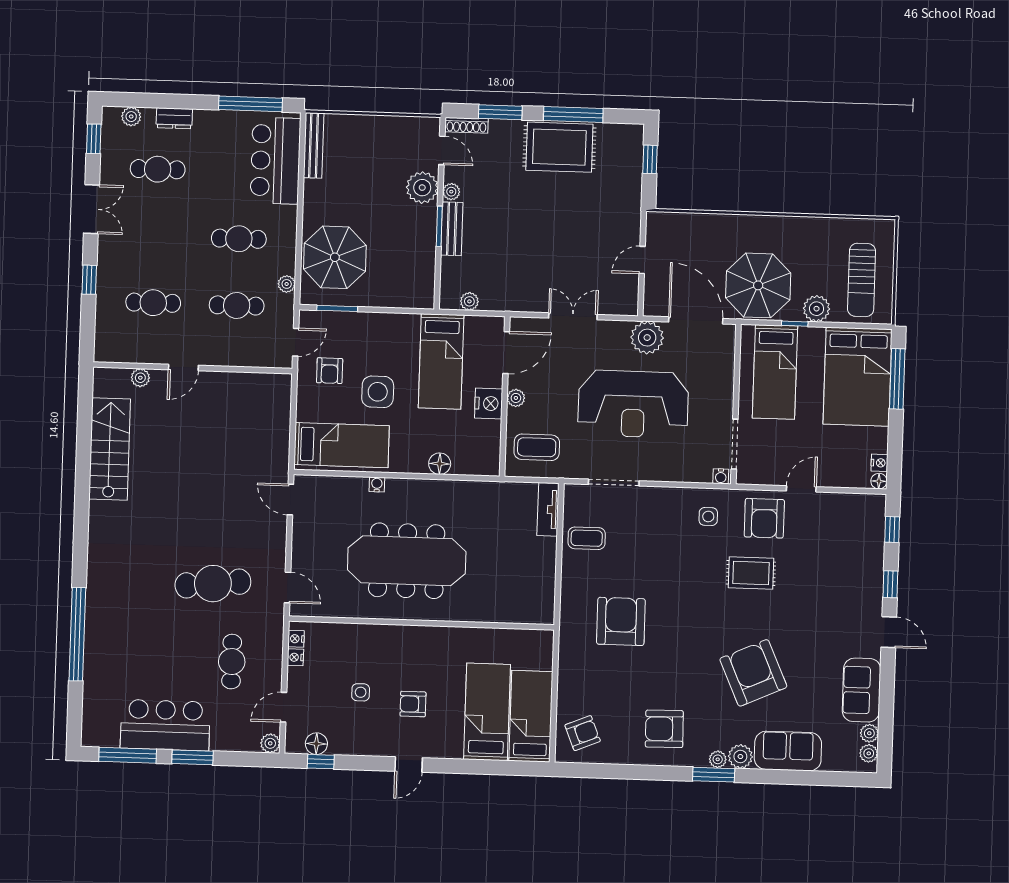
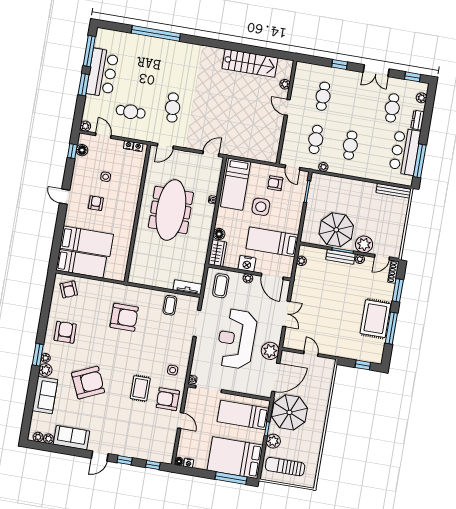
bar counter: (275, 161) -> (405, 151), moved, turned -90
parasol: (335, 257) -> (336, 230), moved
wardrobe: (476, 462) -> (217, 253), added
cafe table: (213, 584) -> (173, 108), width x0.73, depth x0.74

